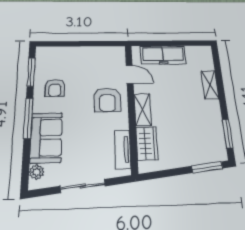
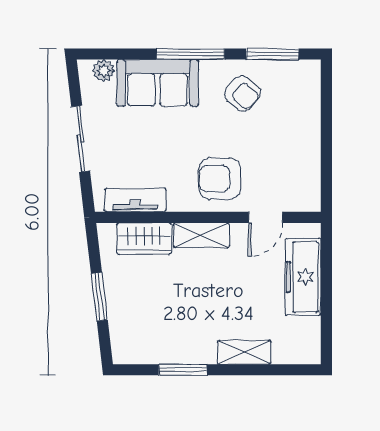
armchair: (55, 88) -> (242, 94), turned -140
window: (228, 134) -> (183, 370), moved
window: (207, 167) -> (99, 297), moved

